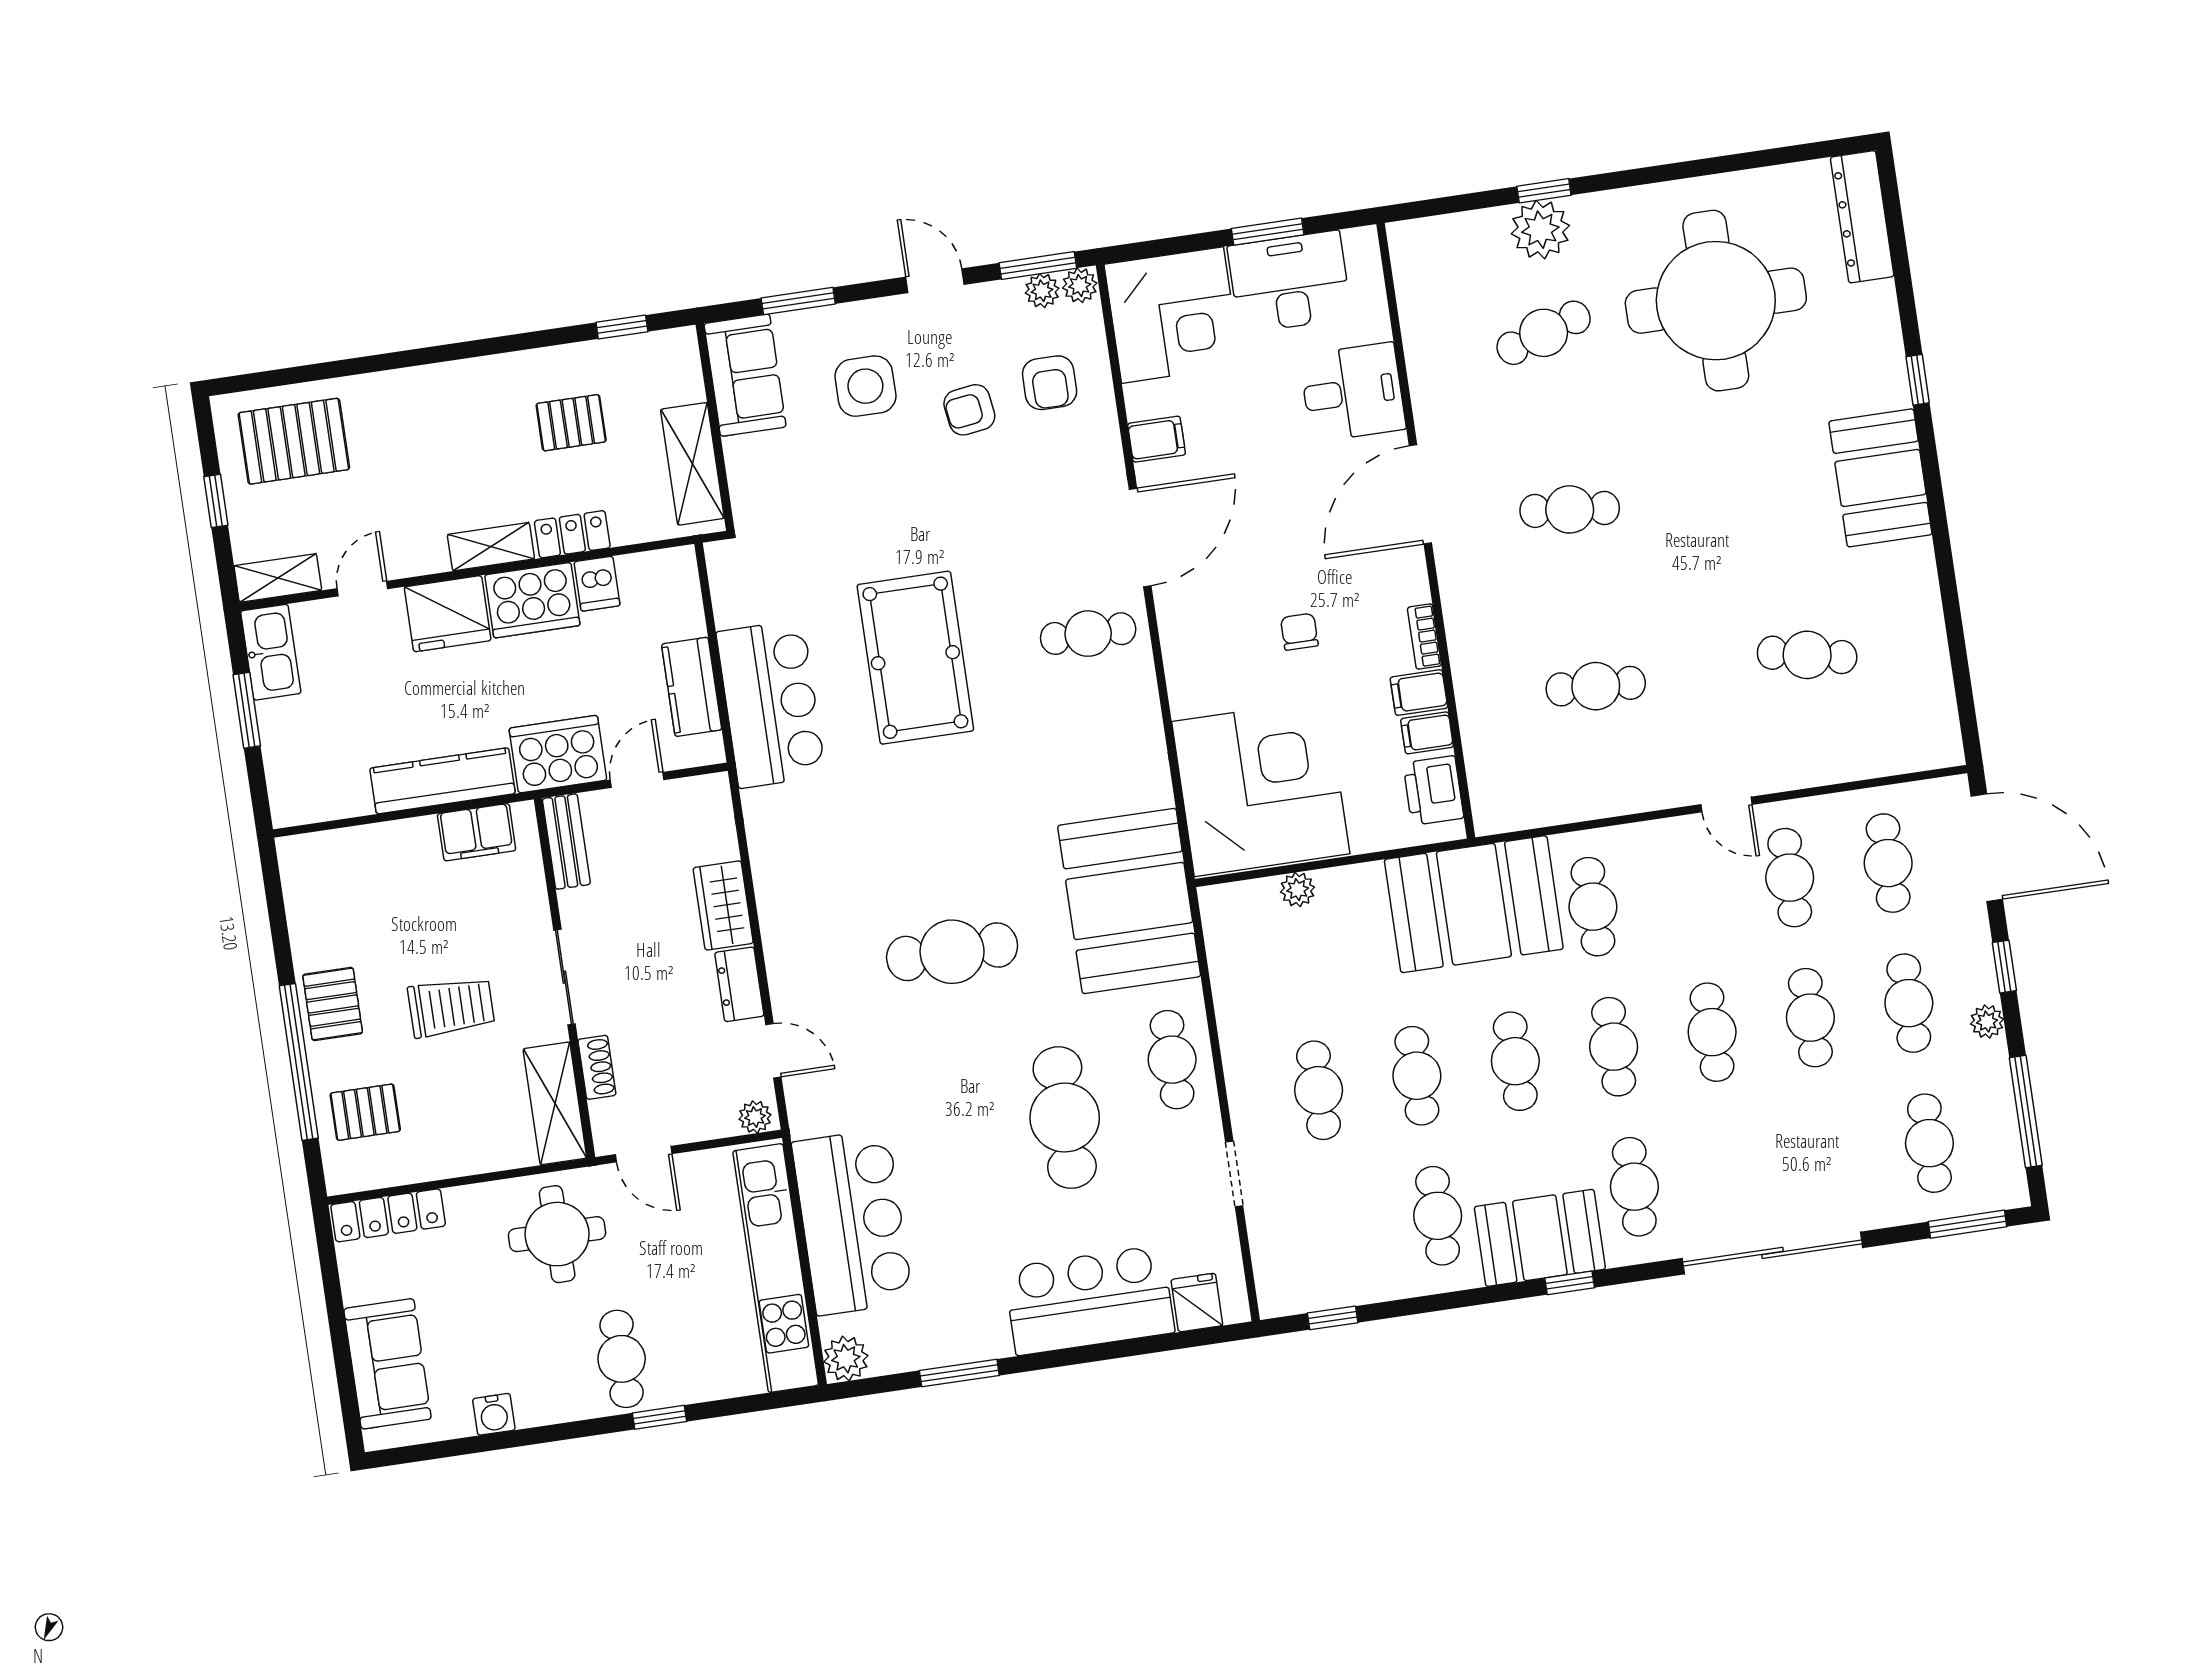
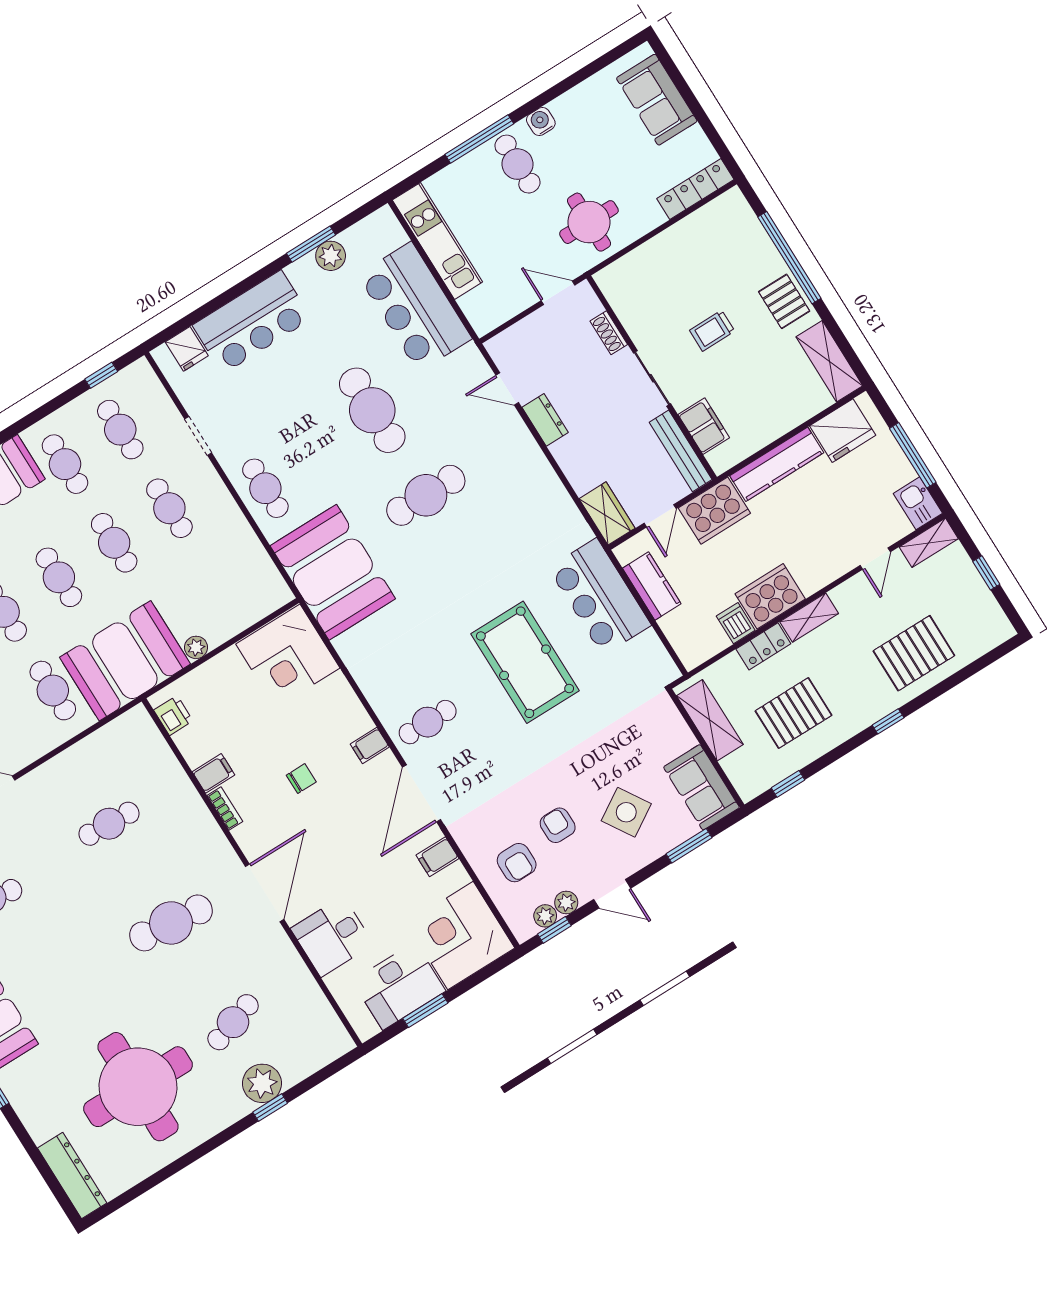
window: (1038, 266) -> (554, 930), width x0.67
plant: (1080, 285) -> (566, 903), moved
window: (444, 353) -> (888, 721), added
armchair: (1050, 383) -> (517, 863), turned 180
side table: (865, 386) -> (626, 812), turned -32
armchair: (969, 410) -> (558, 825), turned -82
pallet: (571, 423) -> (793, 713), width x1.50, depth x1.42
pallet: (294, 441) -> (914, 653), moved
cafe table: (1570, 509) -> (171, 923), width x1.37, depth x1.35
fridge: (448, 614) -> (843, 431), moved, turned 180
chair: (1299, 632) -> (301, 779), turned -90
kitchen sink: (271, 652) -> (918, 503), width x0.73
window: (247, 710) -> (913, 455), width x1.44
filing cabinet: (1427, 733) -> (370, 745), moved, turned 180
corner desk: (1261, 788) -> (288, 656), width x0.74, depth x0.74
printer: (1433, 791) -> (173, 715), width x0.73, depth x0.81
filing cabinet: (477, 832) -> (704, 426), moved, turned 90
bench: (566, 842) -> (681, 451), width x1.36
plant: (1298, 890) -> (196, 647), moved
wardrobe: (723, 905) -> (607, 513), moved
trolley: (451, 1007) -> (712, 331), width x0.73, depth x0.72
shelving: (555, 1103) -> (829, 361), moved
pallet: (365, 1112) -> (736, 245), removed
plant: (755, 1117) -> (501, 344), removed
cafe table: (1065, 1118) -> (372, 410), moved
cafe table: (1339, 1230) -> (120, 430), added
kitchen unit: (776, 1268) -> (437, 241), width x0.73
plant: (846, 1359) -> (331, 256), moved
water cooler: (494, 1414) -> (541, 121), moved
window: (660, 1417) -> (479, 139), width x2.17

